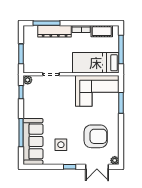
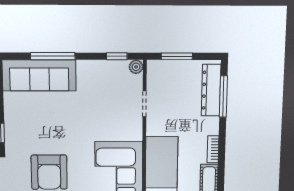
dresser: (55, 31) -> (211, 90), moved
side table: (61, 145) -> (35, 119), removed

